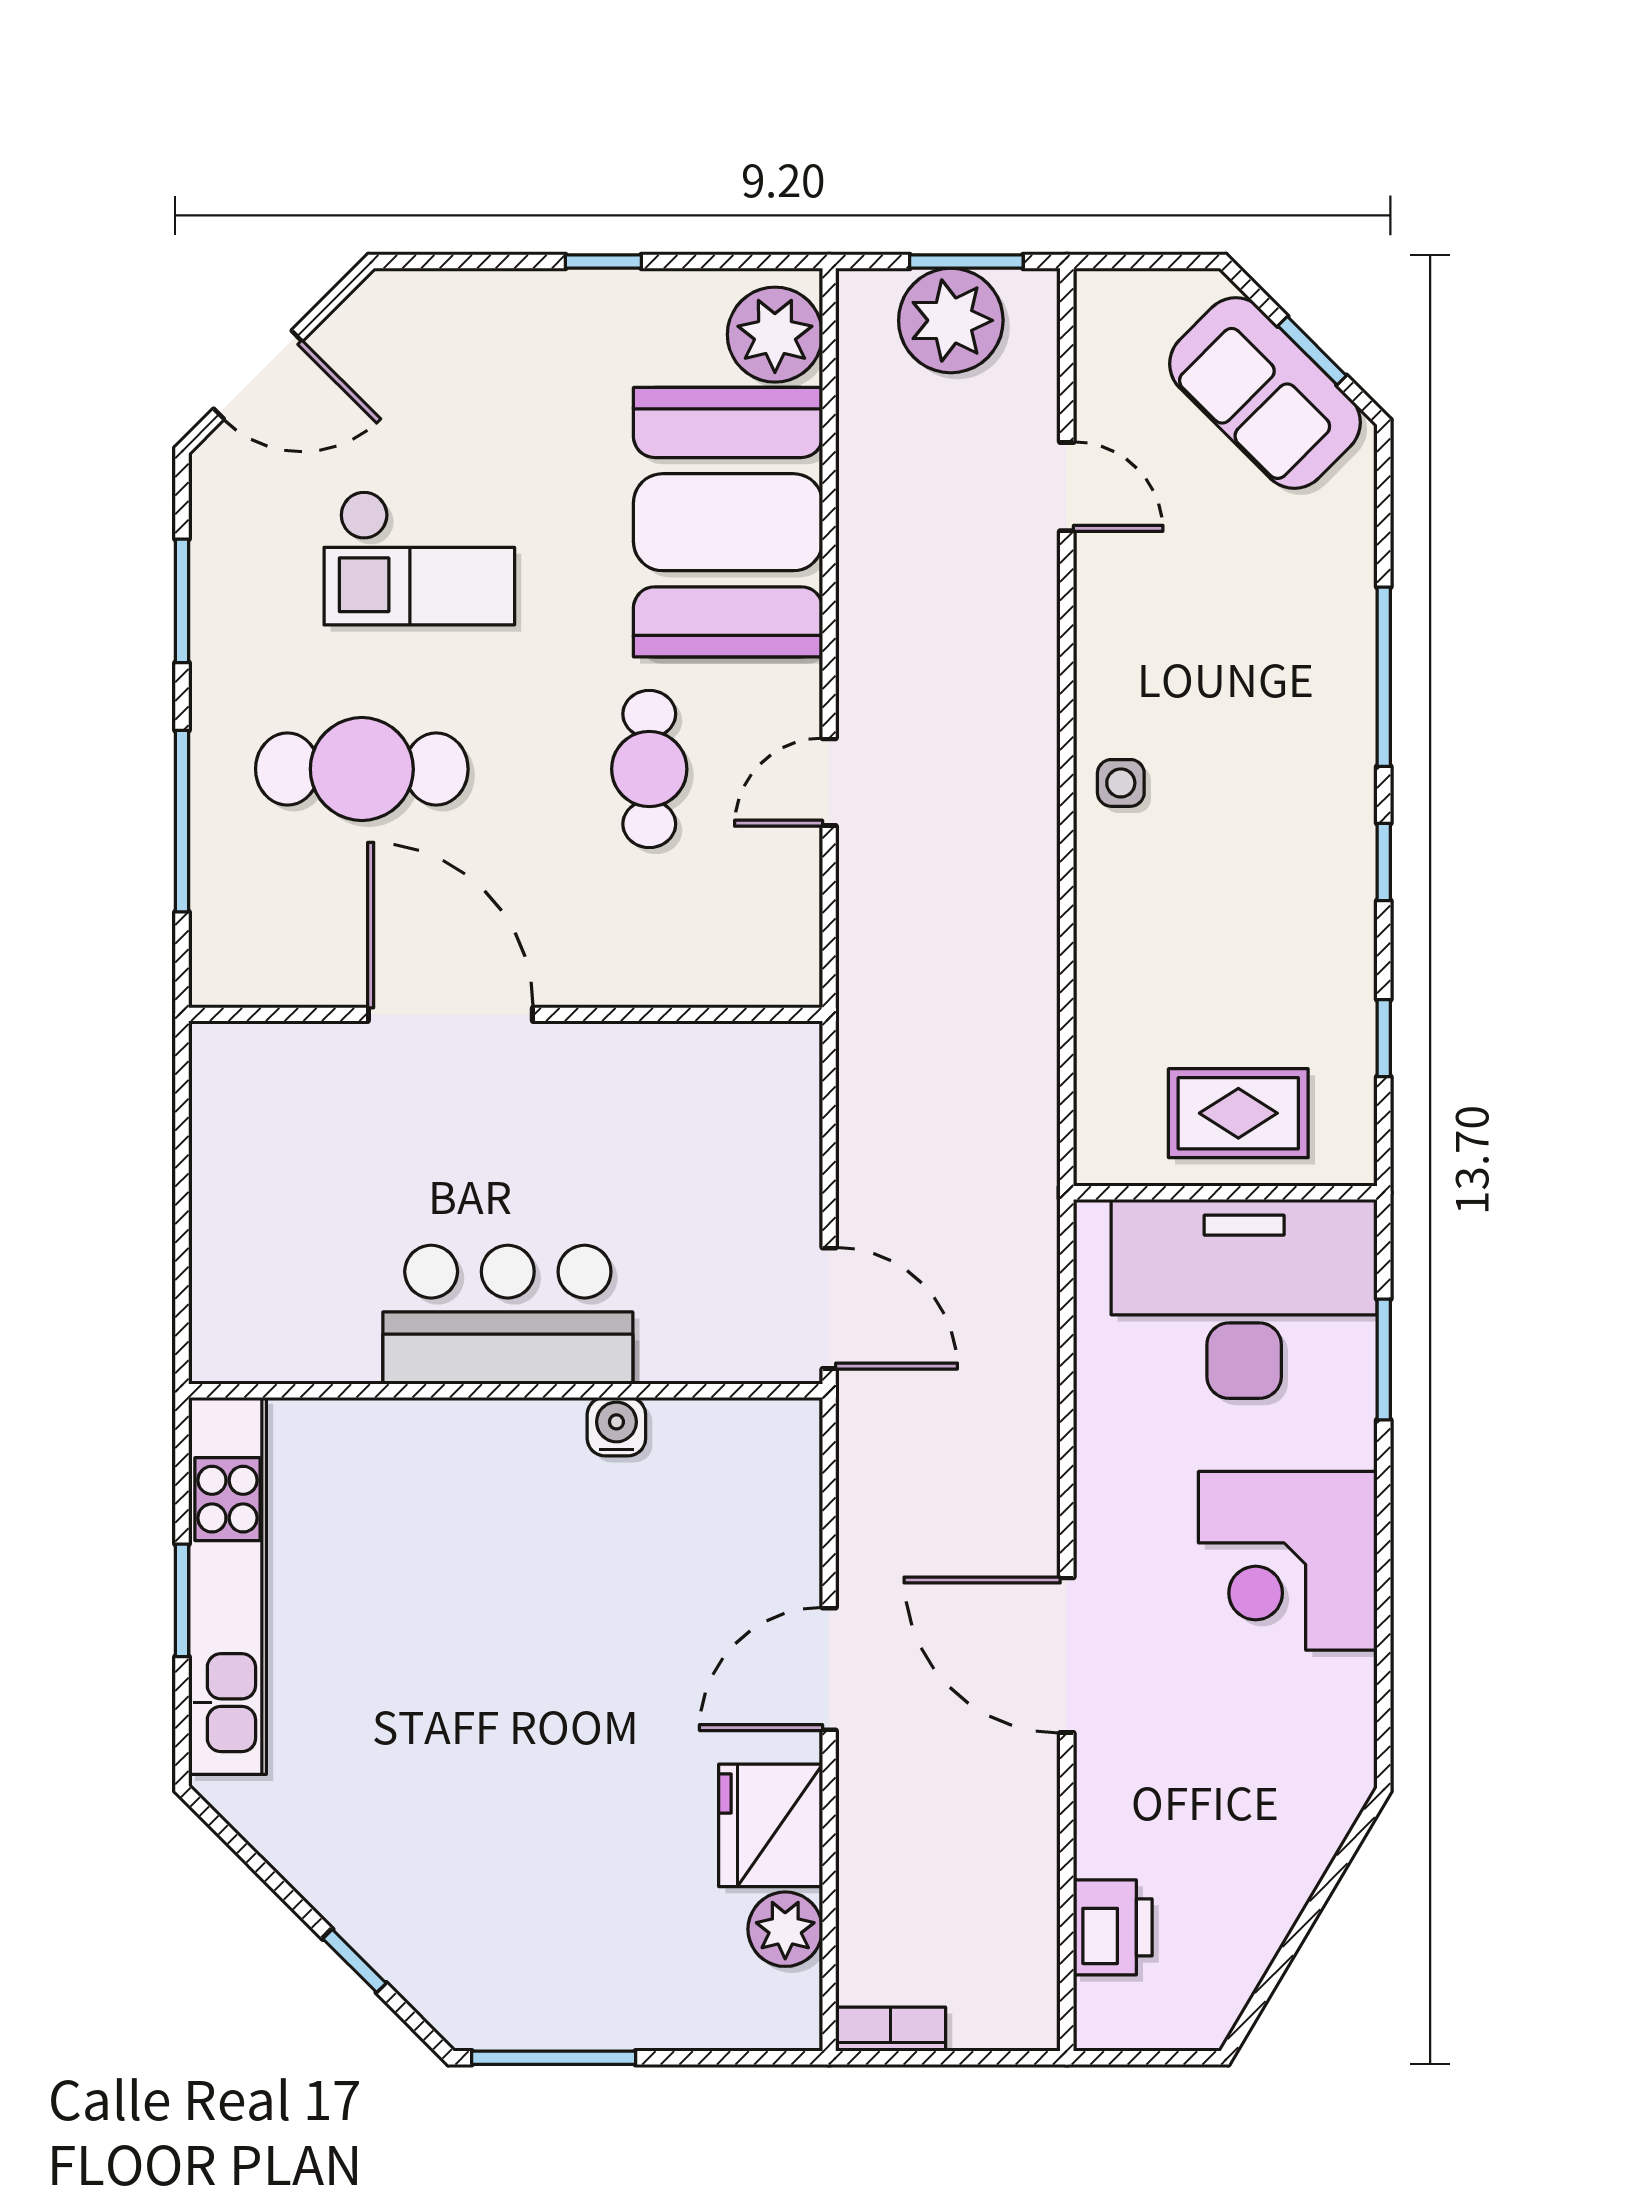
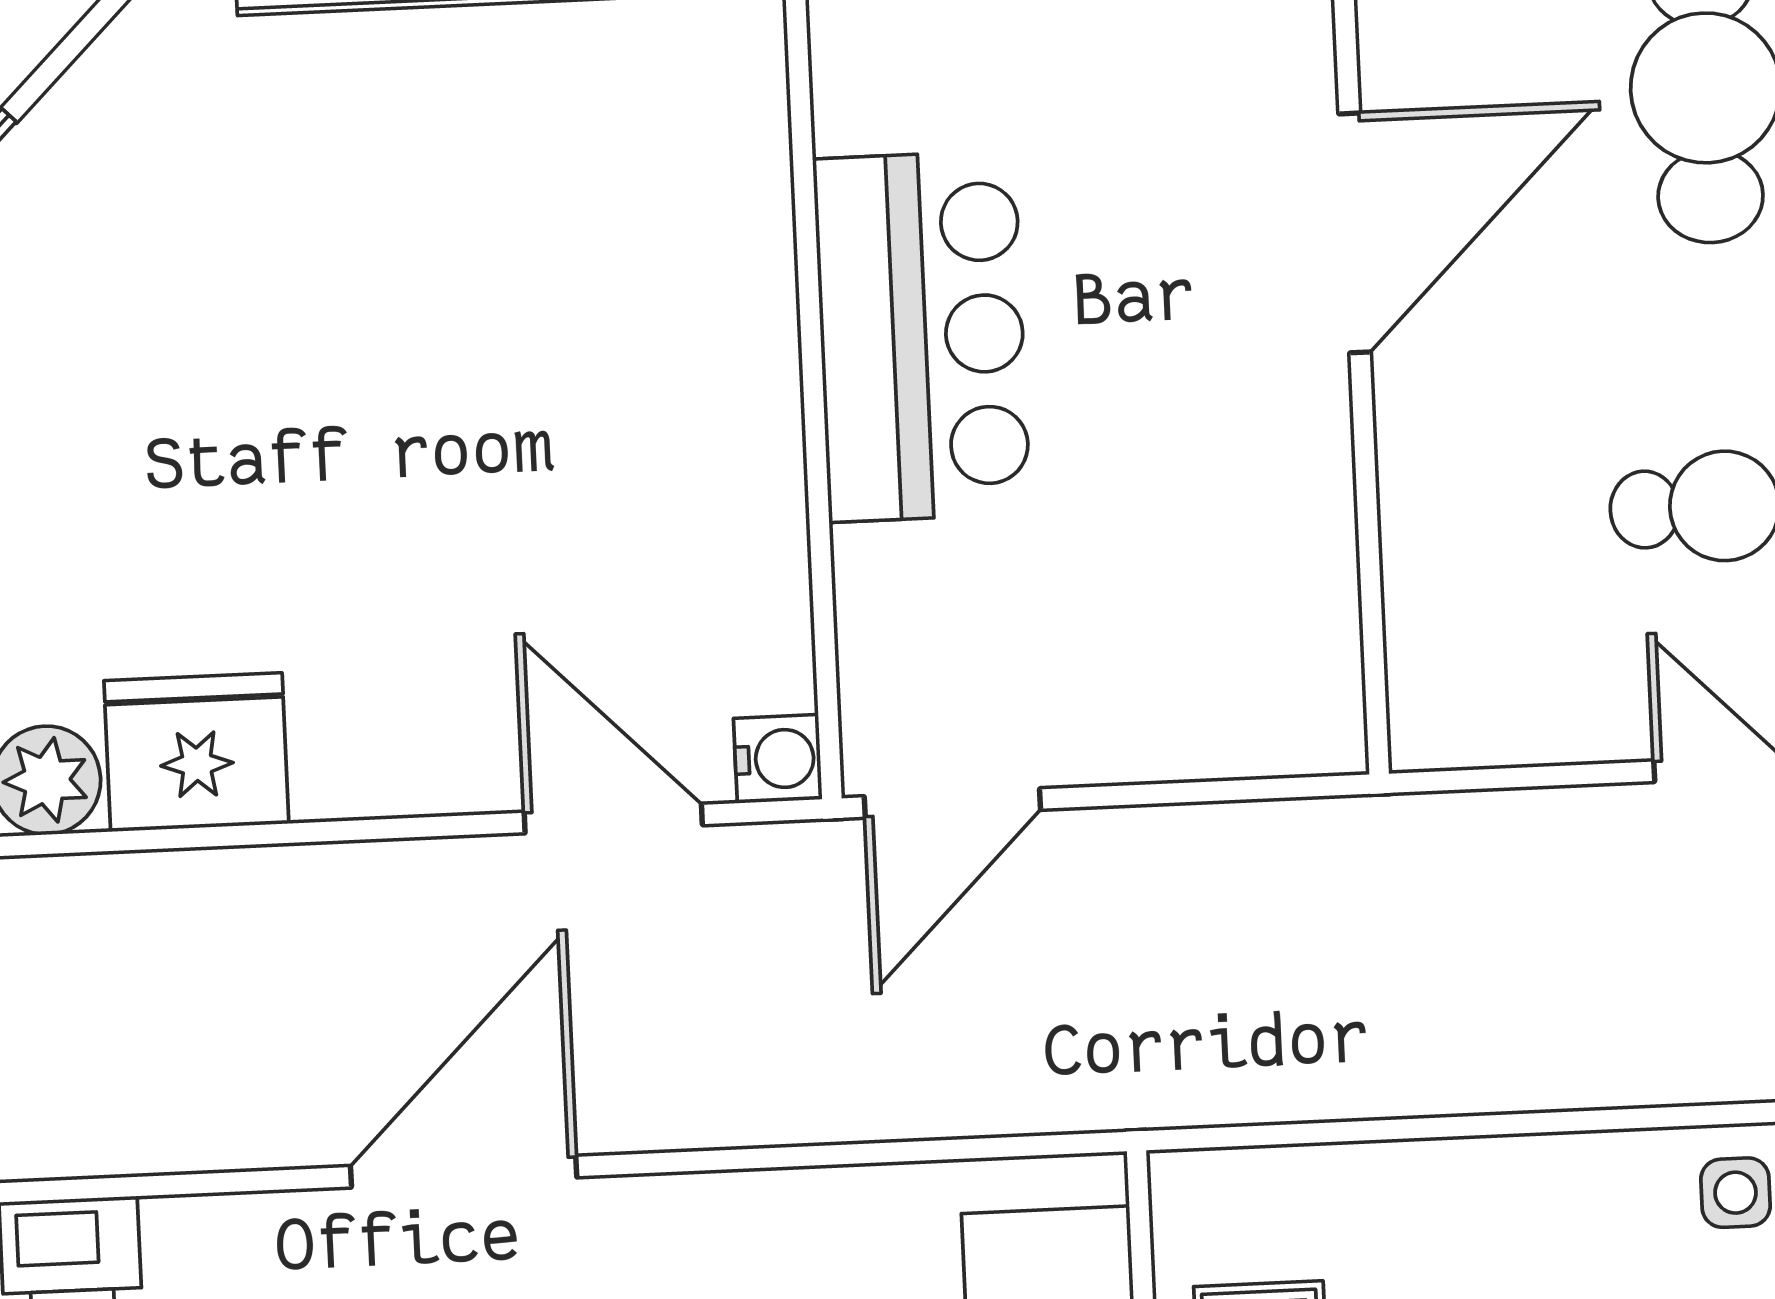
water cooler: (616, 1427) -> (778, 759), moved
door: (829, 1669) -> (613, 818), moved

